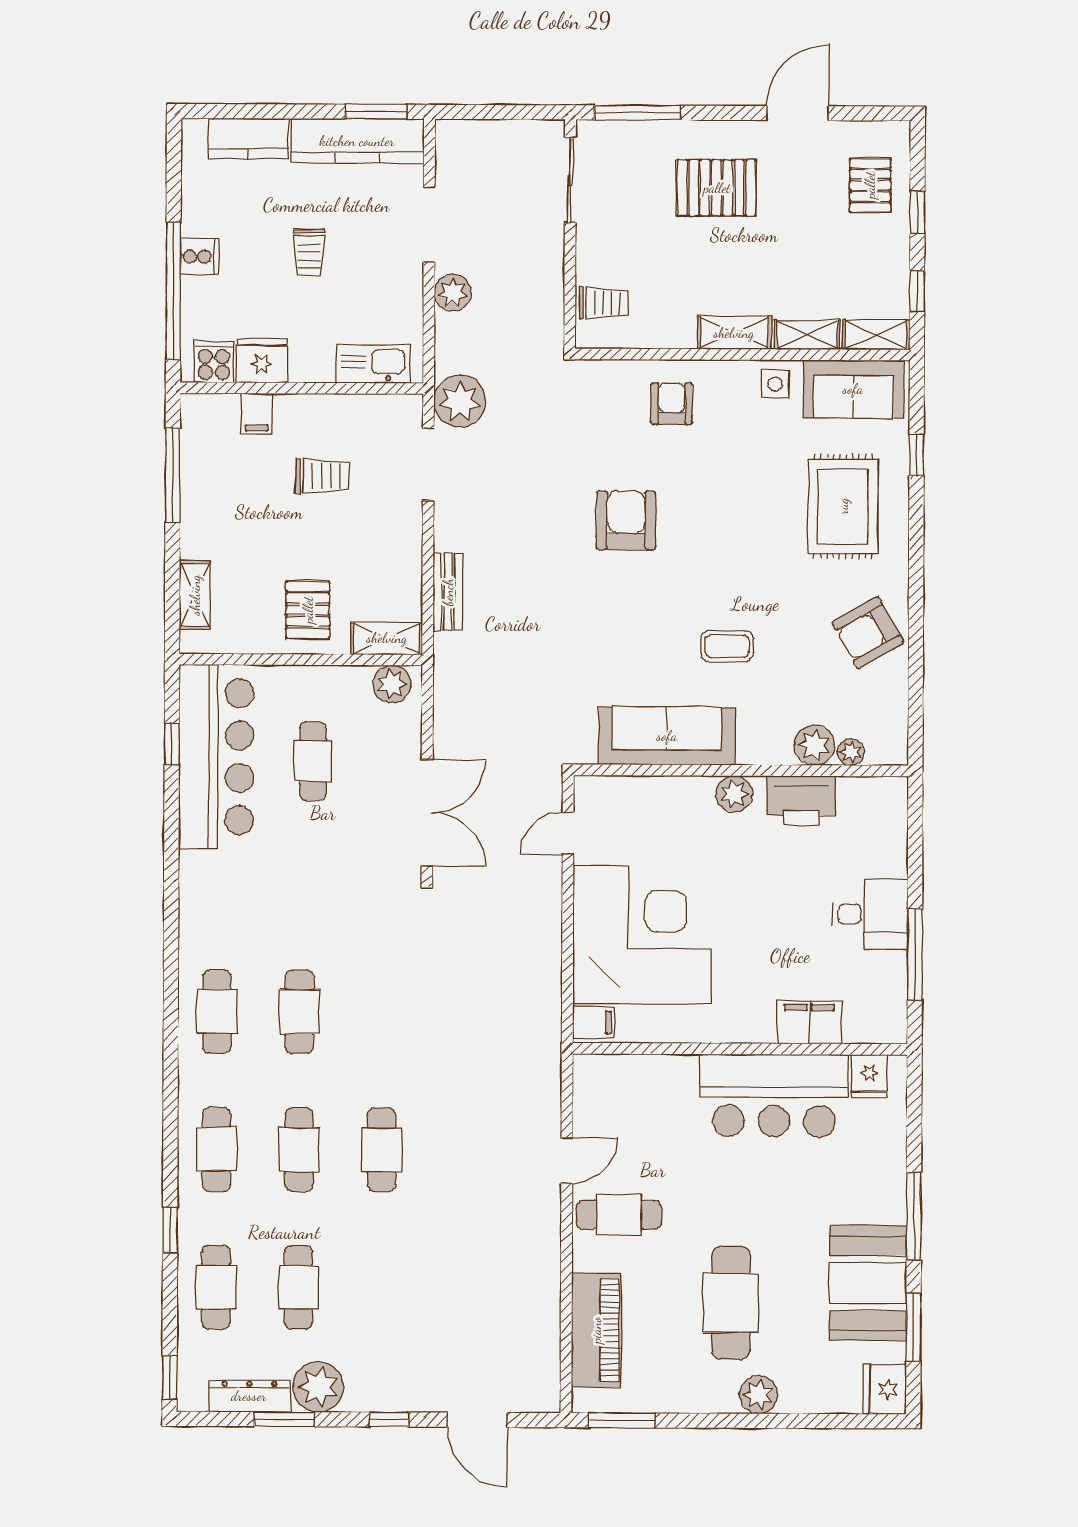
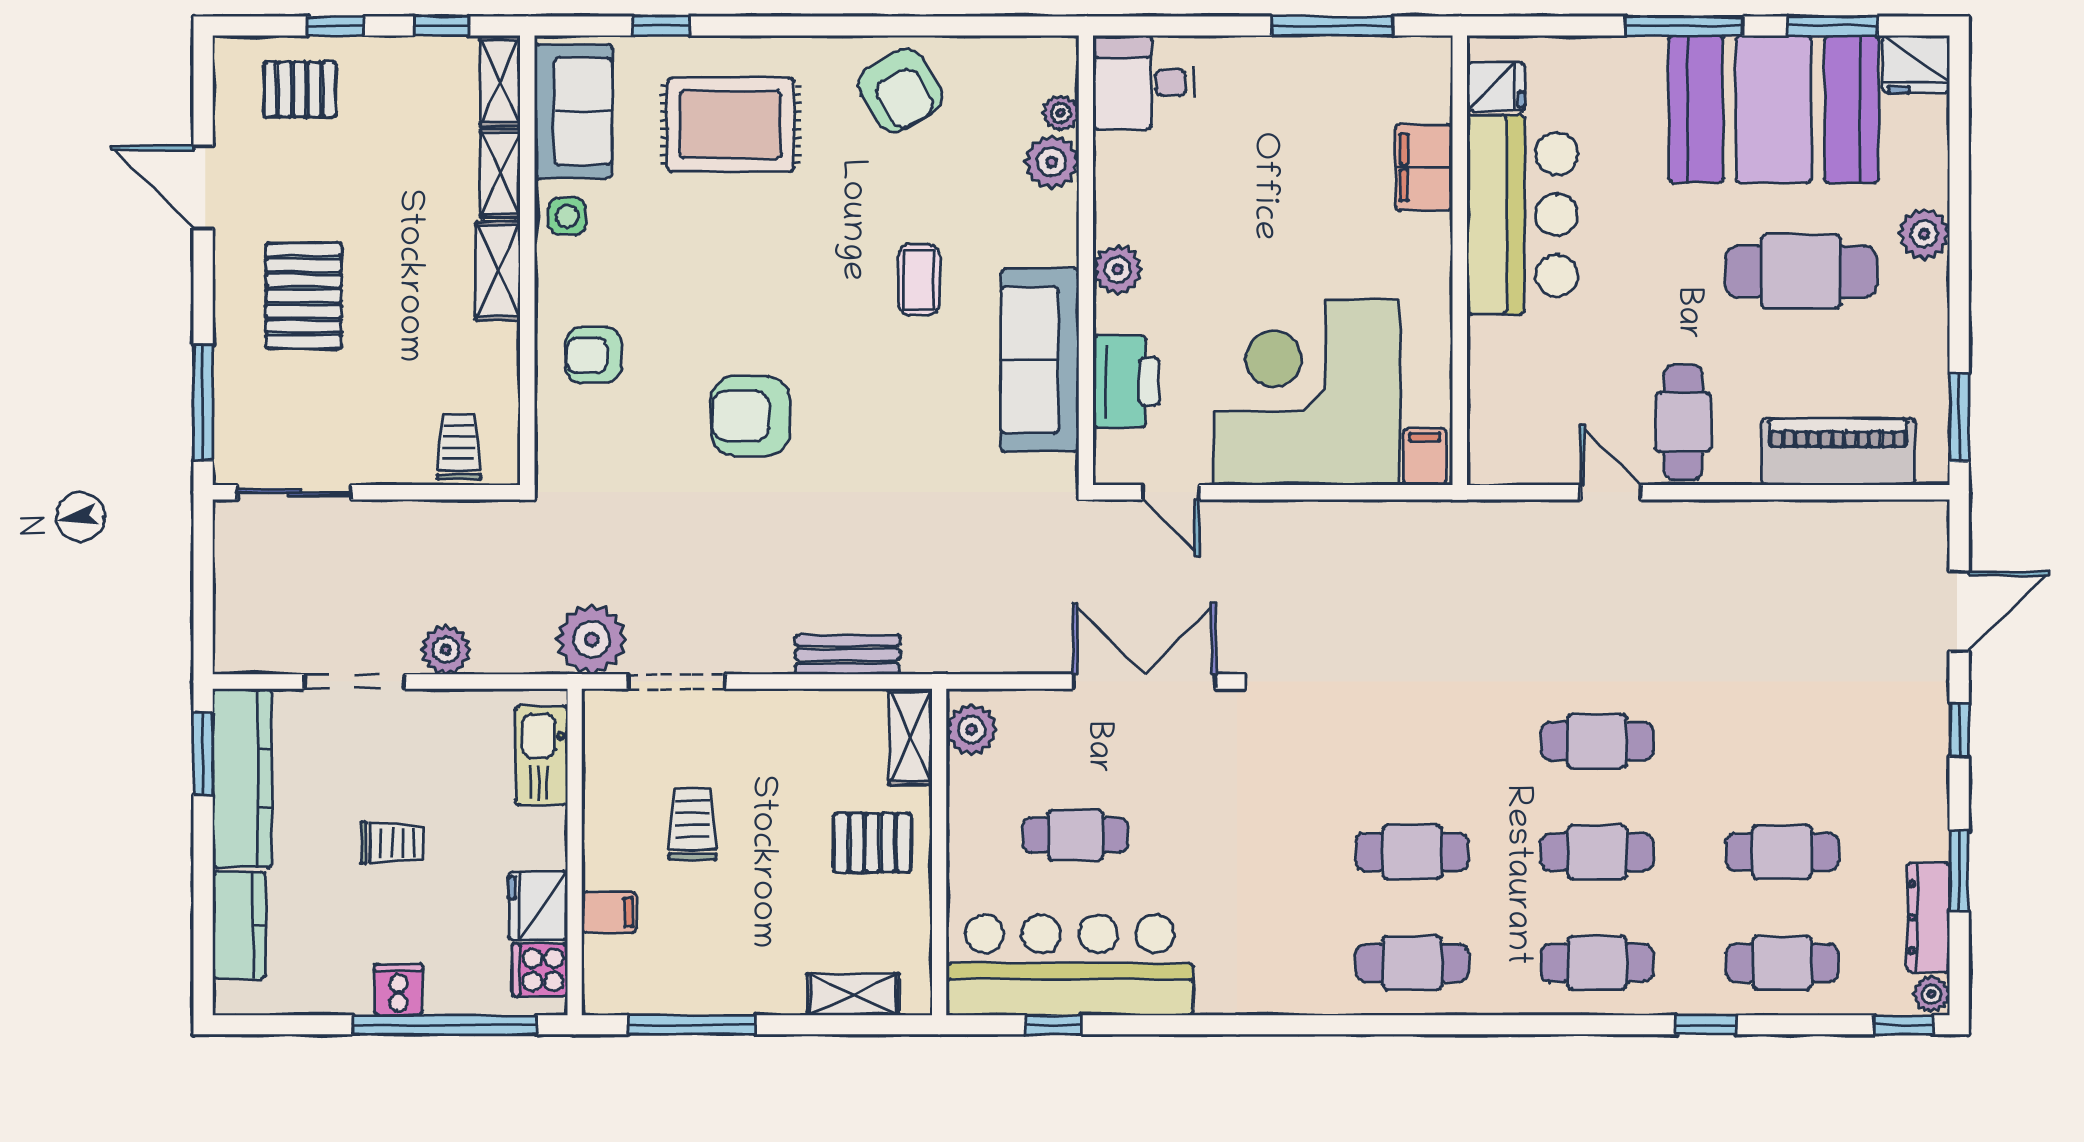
printer: (801, 801) -> (1126, 382), moved
desk: (870, 914) -> (1144, 82), moved, turned -90
booth: (868, 1283) -> (1774, 109), width x1.36, depth x1.42
plant: (318, 1387) -> (1932, 994), moved, width x0.53, depth x0.53

